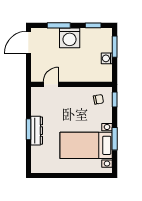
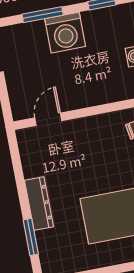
window: (28, 129) -> (31, 237), moved

